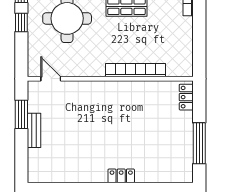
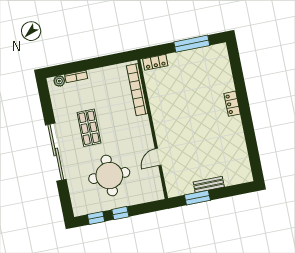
bookcase: (136, 70) -> (137, 90), moved
door: (51, 79) -> (158, 157), moved

